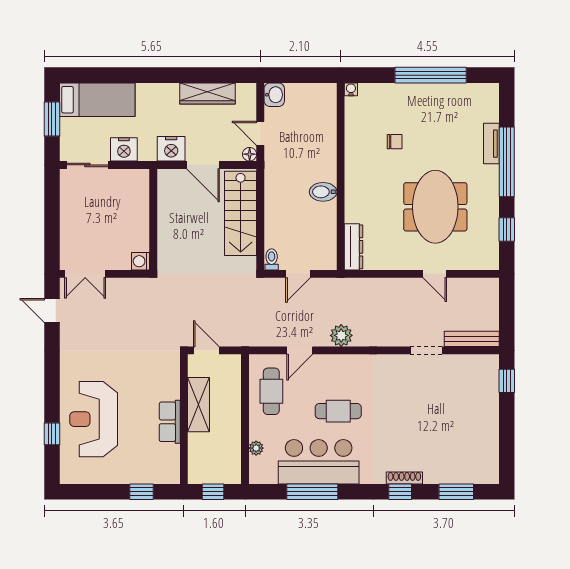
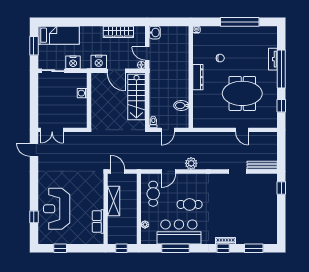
bidet: (323, 192) -> (181, 105), moved
meeting table: (435, 207) -> (242, 93), turned 90
dresser: (354, 247) -> (198, 77), moved
washing machine: (141, 261) -> (82, 93), moved
row of seats: (170, 422) -> (98, 221), moved
window: (142, 492) -> (60, 248), moved

